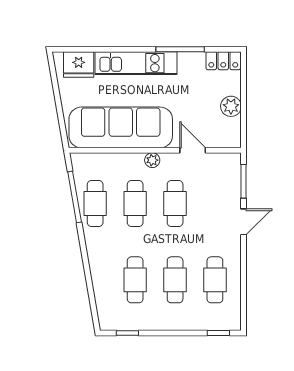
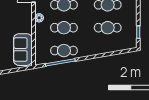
sofa: (121, 127) -> (23, 50), width x0.54, depth x0.79

